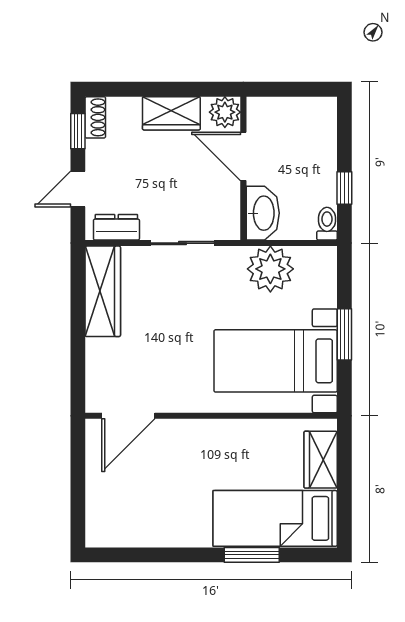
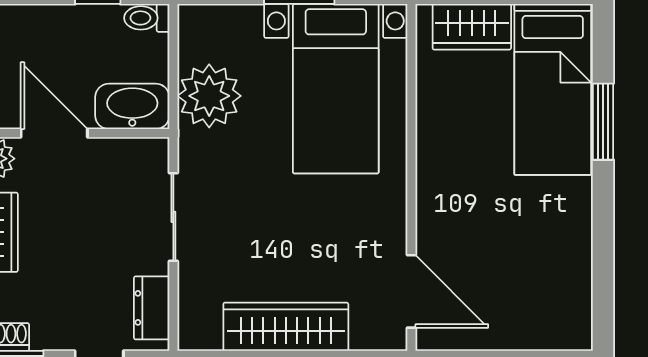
door: (243, 156) -> (54, 133), swing flipped
wardrobe: (103, 291) -> (286, 327), moved

